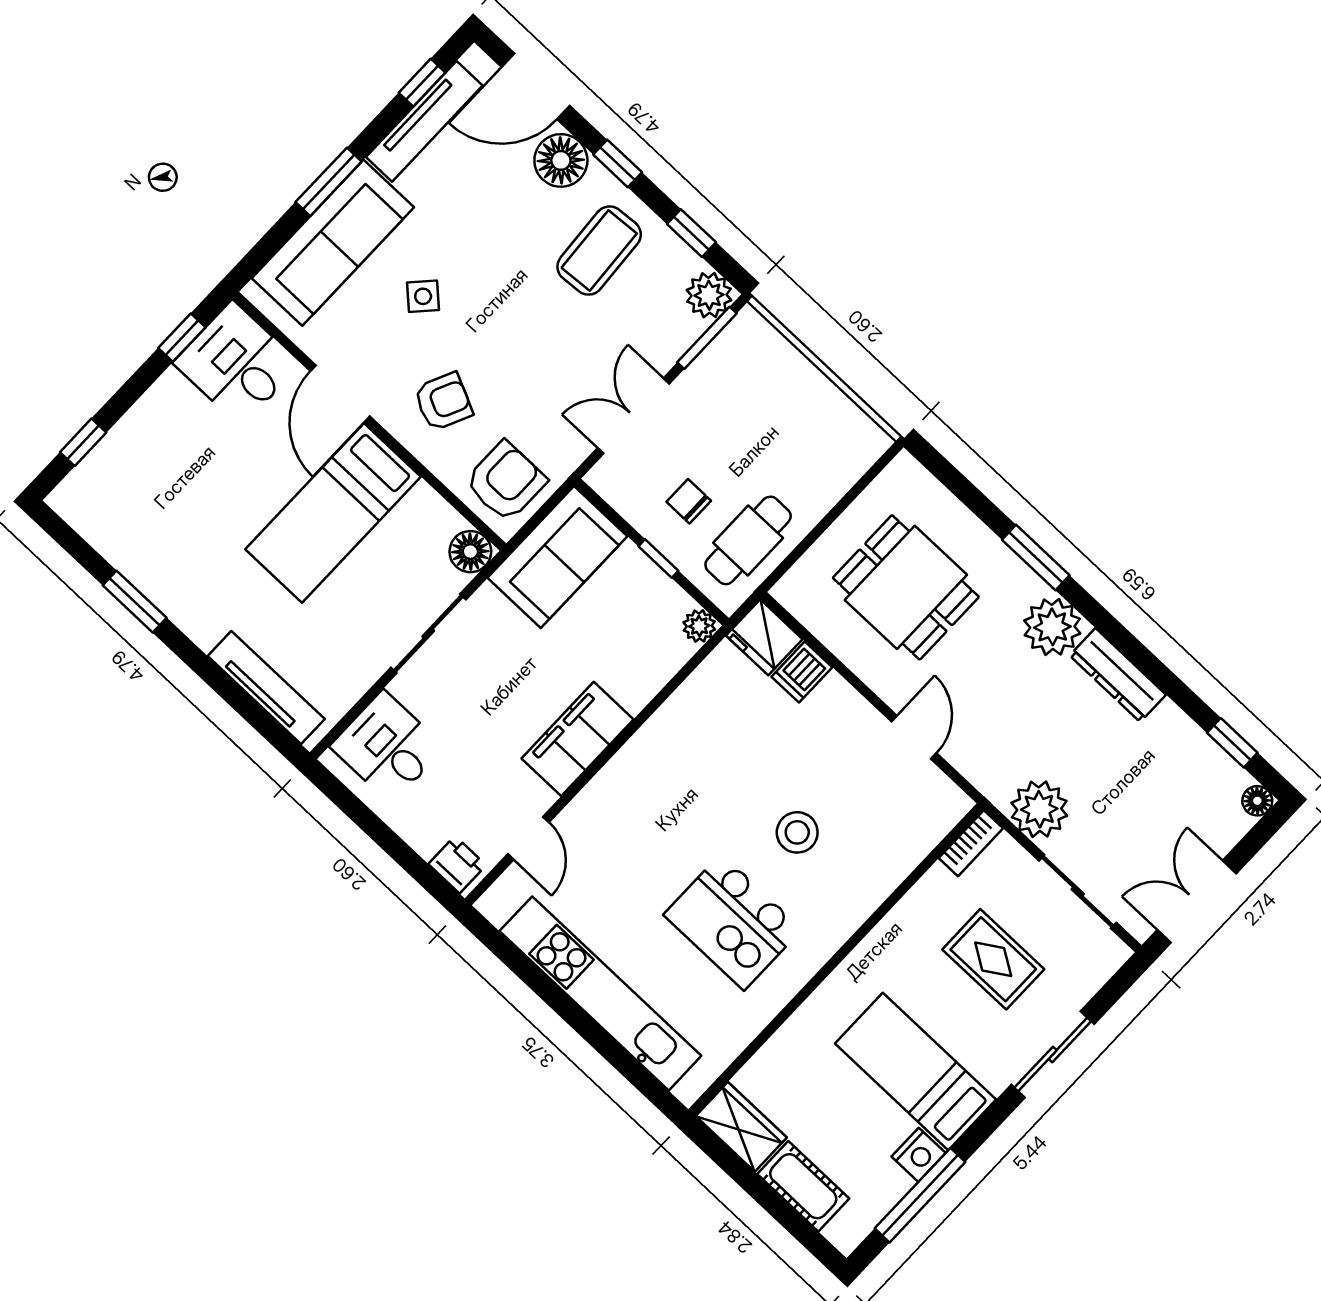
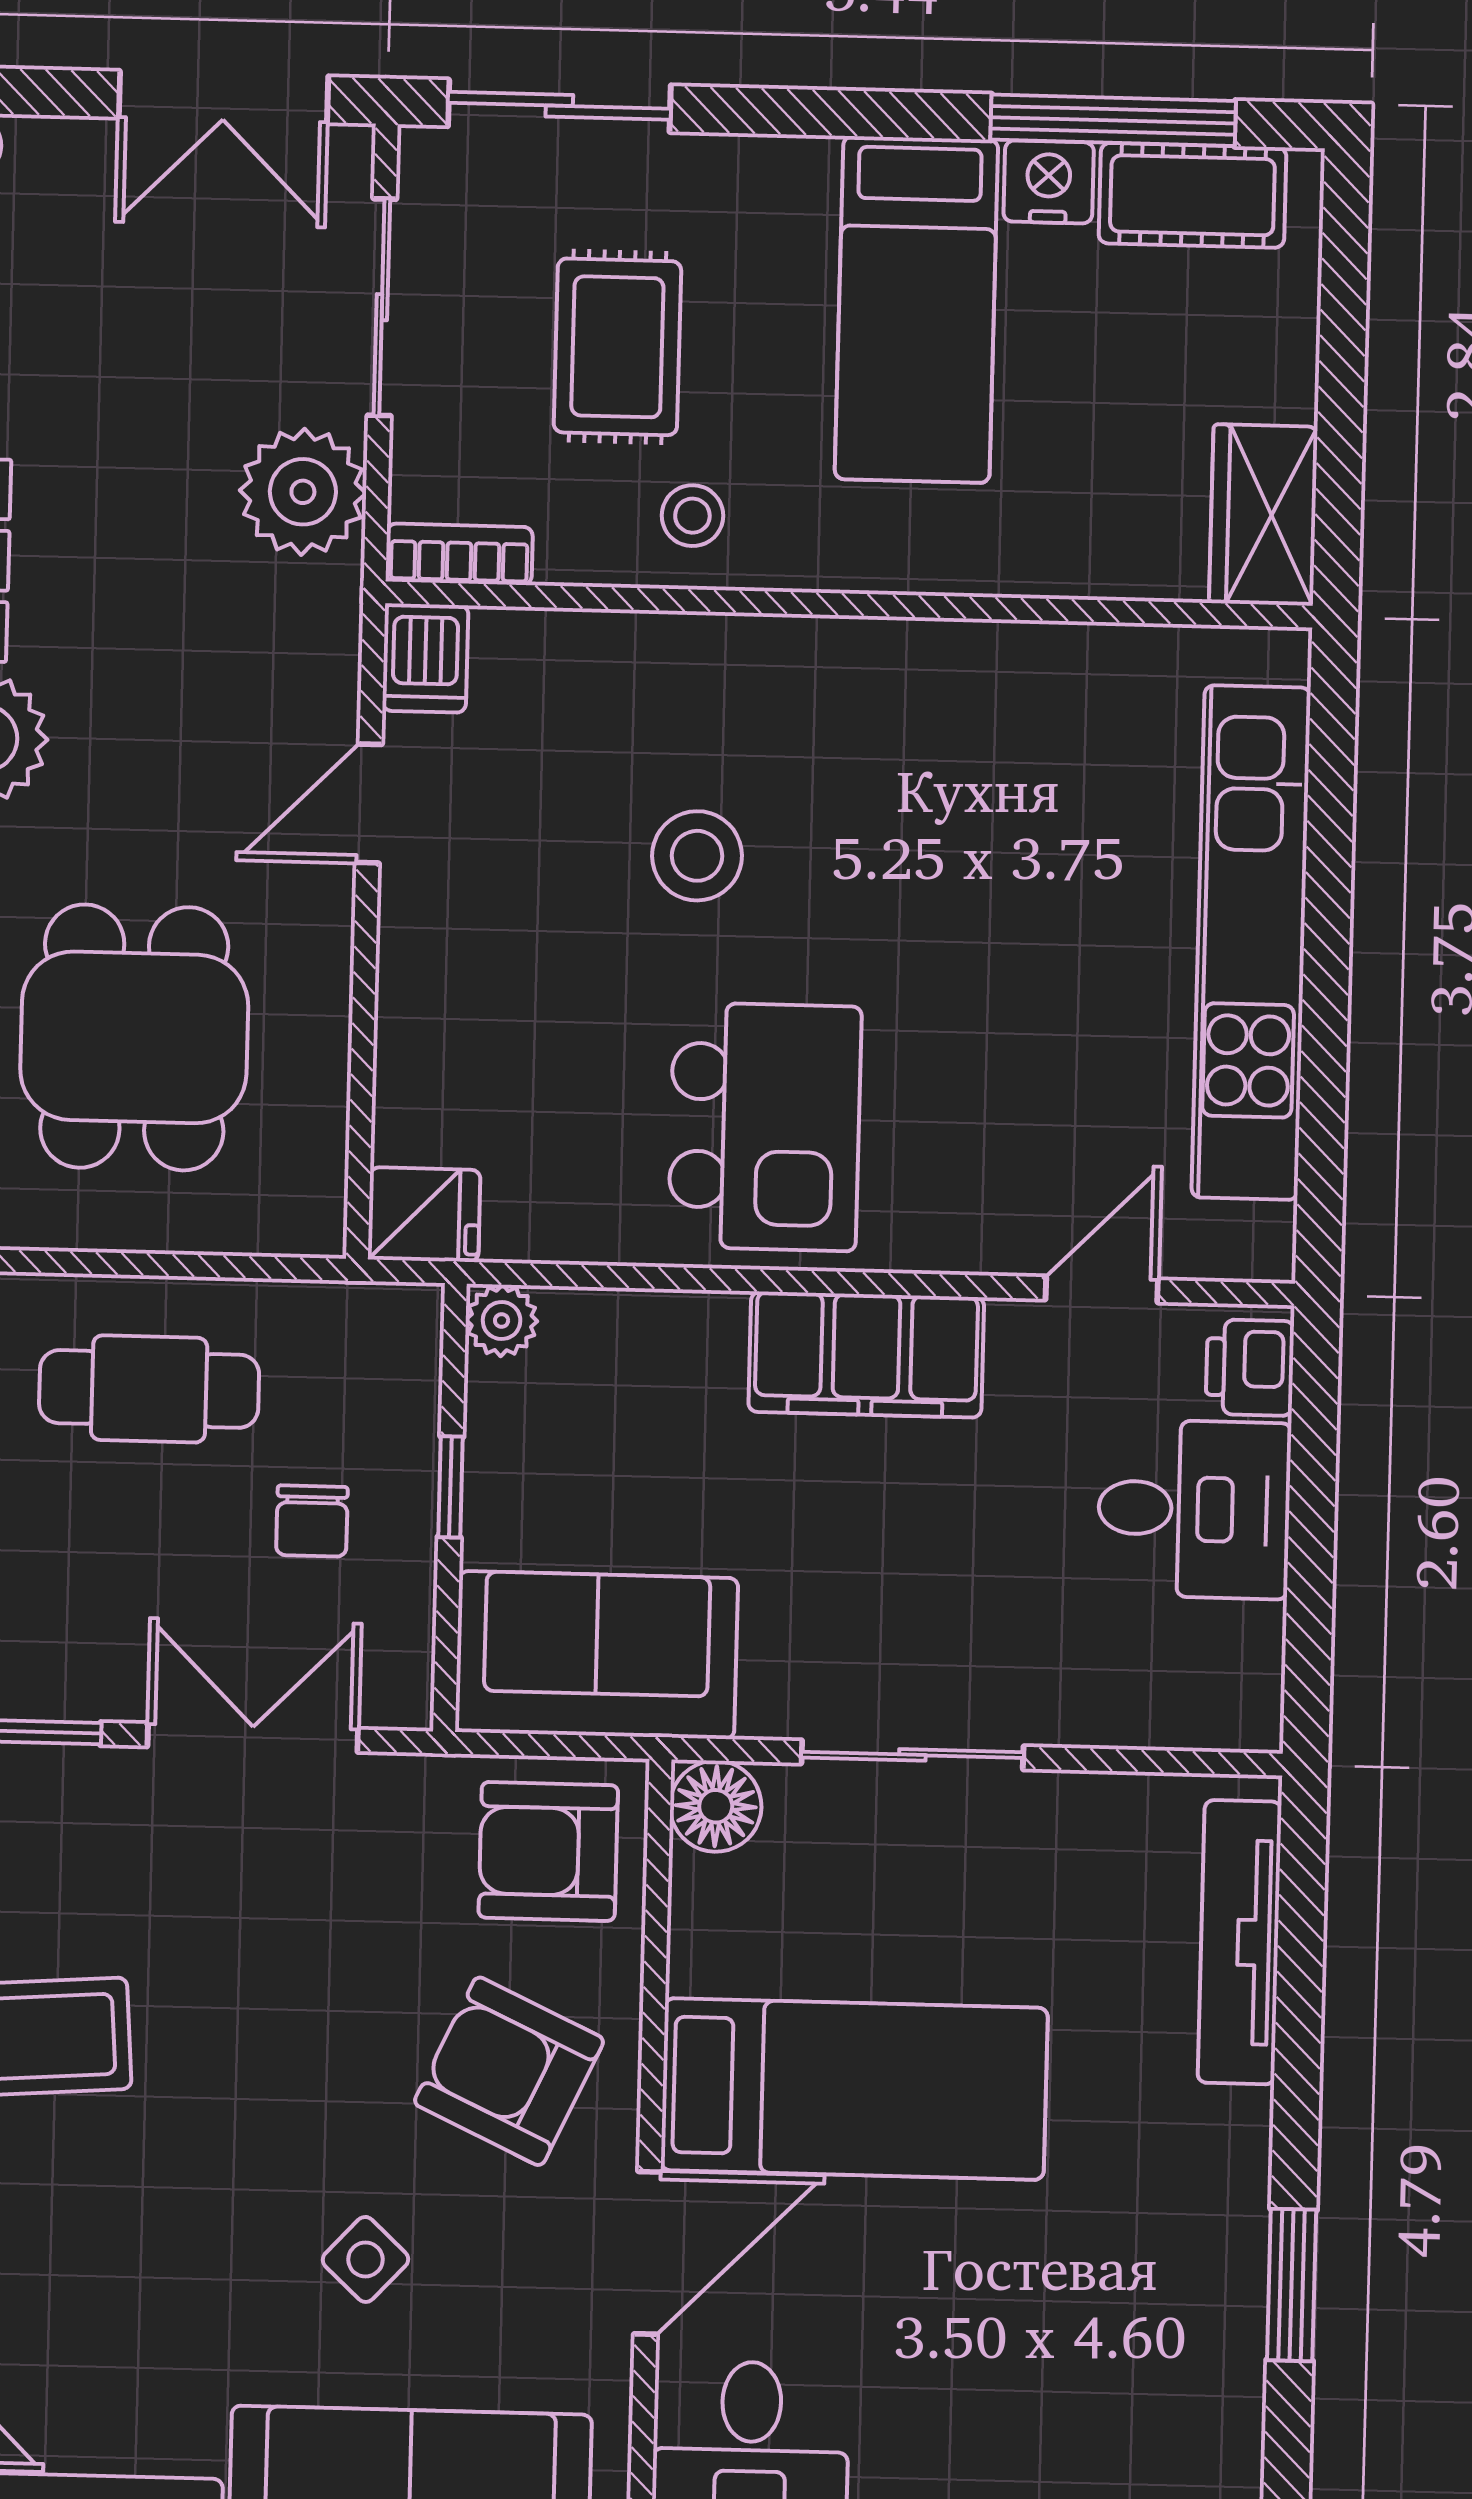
armchair: (443, 402) -> (509, 2071), width x1.38, depth x1.38
double door: (633, 416) -> (253, 1738), swing flipped
cafe table: (748, 540) -> (149, 1389), moved
fridge: (764, 637) -> (424, 1215), width x0.72
dishwasher: (802, 672) -> (425, 658), moved, turned 90
desk: (387, 747) -> (1194, 1509), moved, turned -90
kitchen island: (733, 922) -> (765, 1127), moved
stool: (914, 934) -> (692, 516), added
sliding door: (1053, 1054) -> (559, 106), moved
cot: (803, 1186) -> (1192, 195), moved, turned 90

